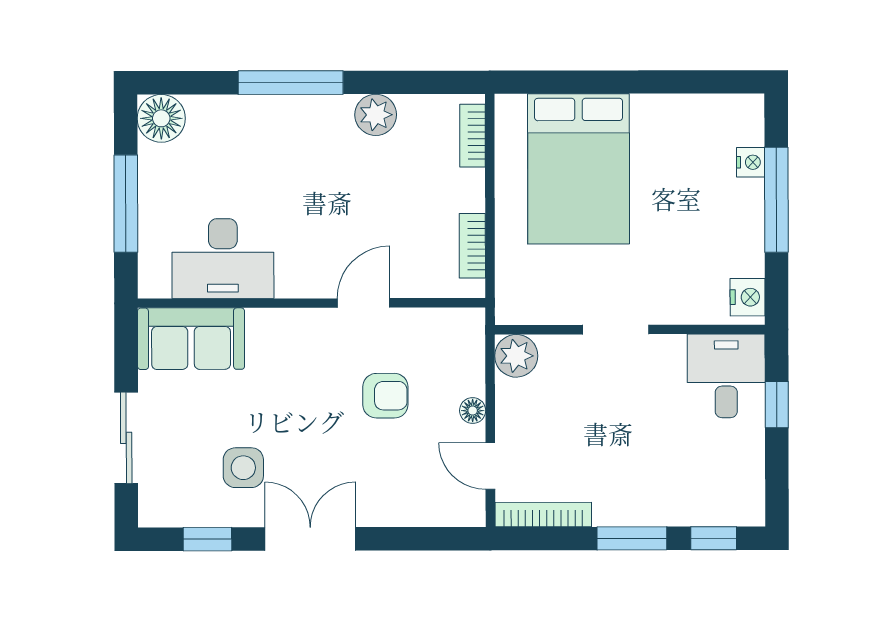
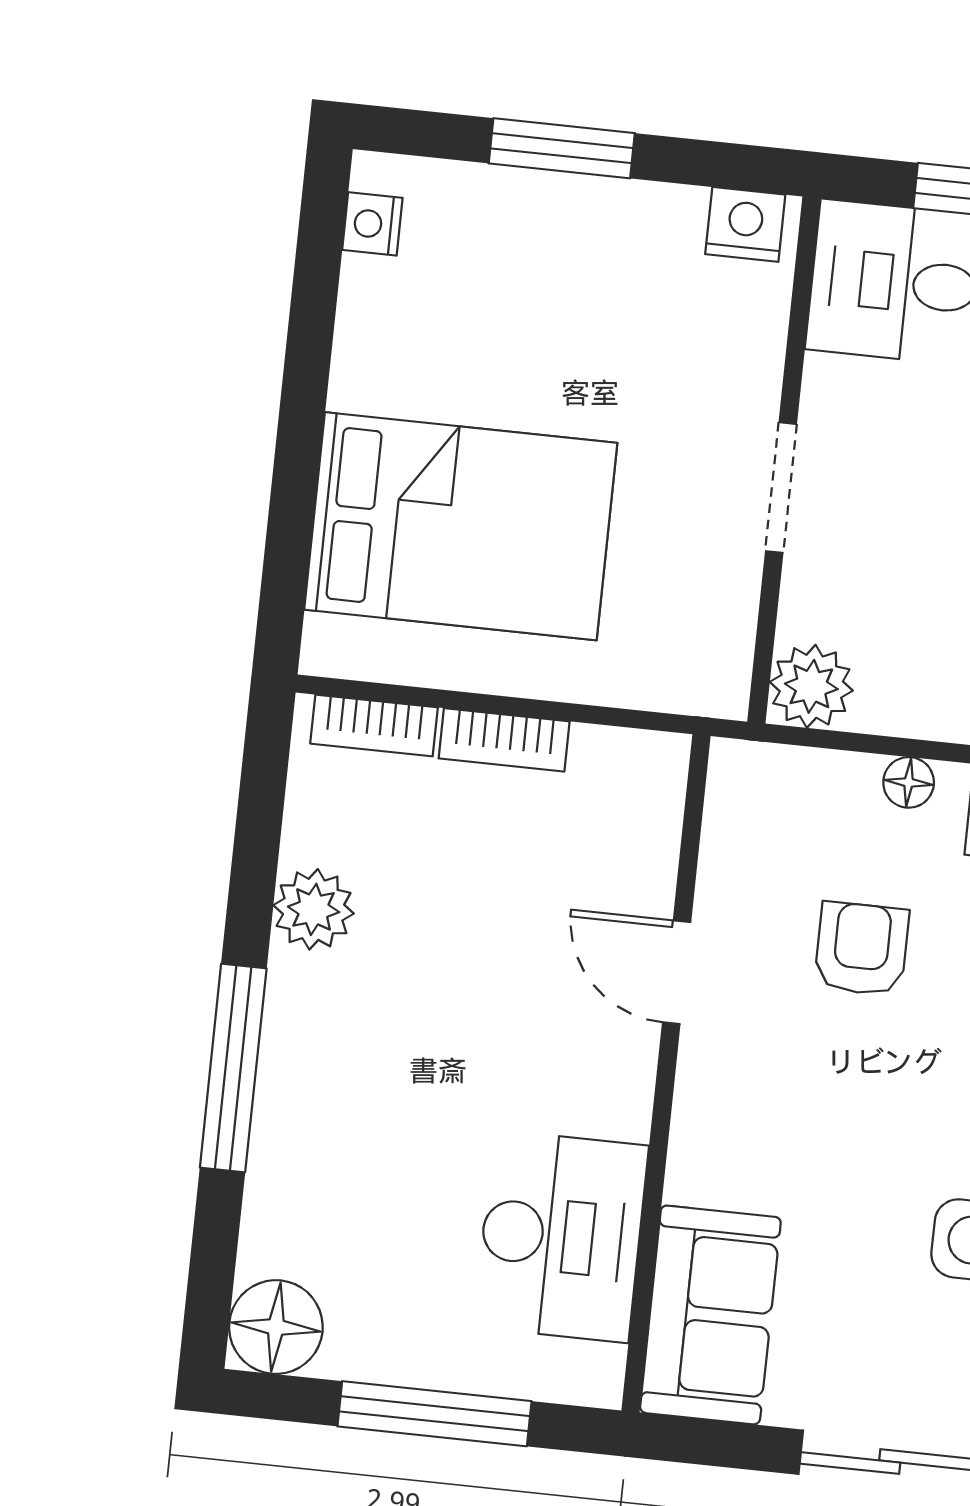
nightstand: (751, 162) -> (372, 224), moved, turned -90
window: (776, 200) -> (562, 148), width x0.69
bookcase: (472, 246) -> (504, 740), moved

